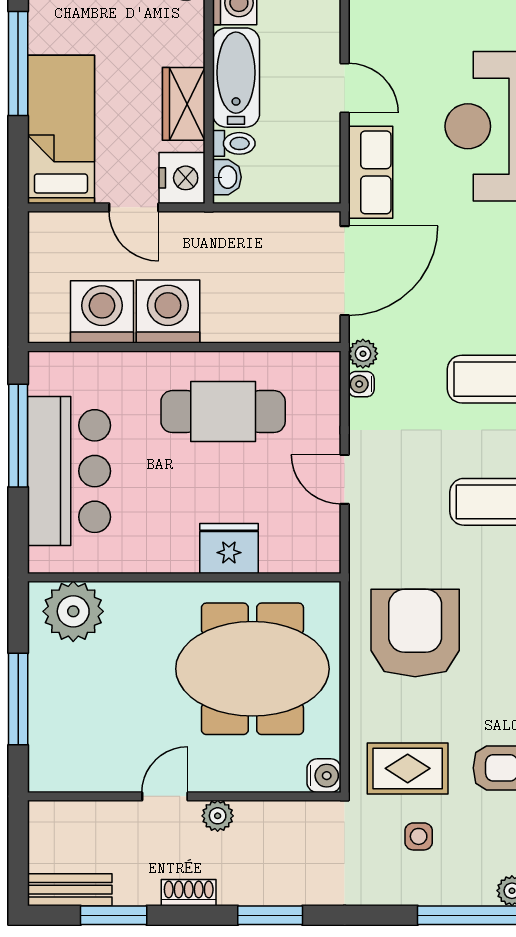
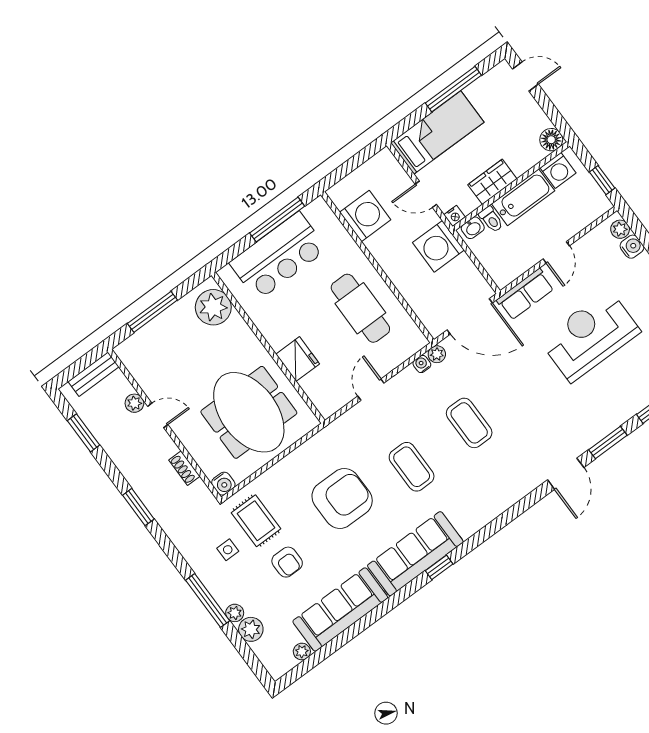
nightstand: (182, 178) -> (455, 216), width x0.53, depth x0.56
door: (134, 207) -> (426, 194), hinge flipped
washing machine: (168, 312) -> (438, 246), moved, turned 180
armchair: (415, 633) -> (342, 498), moved
plant: (218, 816) -> (134, 403), moved
bench: (70, 890) -> (94, 374), moved, turned 90
shoe rack: (189, 893) -> (184, 468), moved, turned 180

